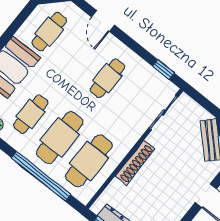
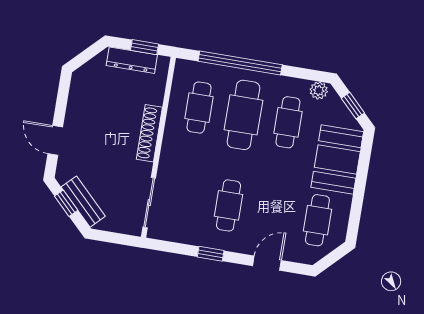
door: (103, 21) -> (267, 263), hinge flipped
window: (163, 70) -> (211, 254), moved
cafe table: (89, 161) -> (199, 108), width x0.73, depth x0.74

